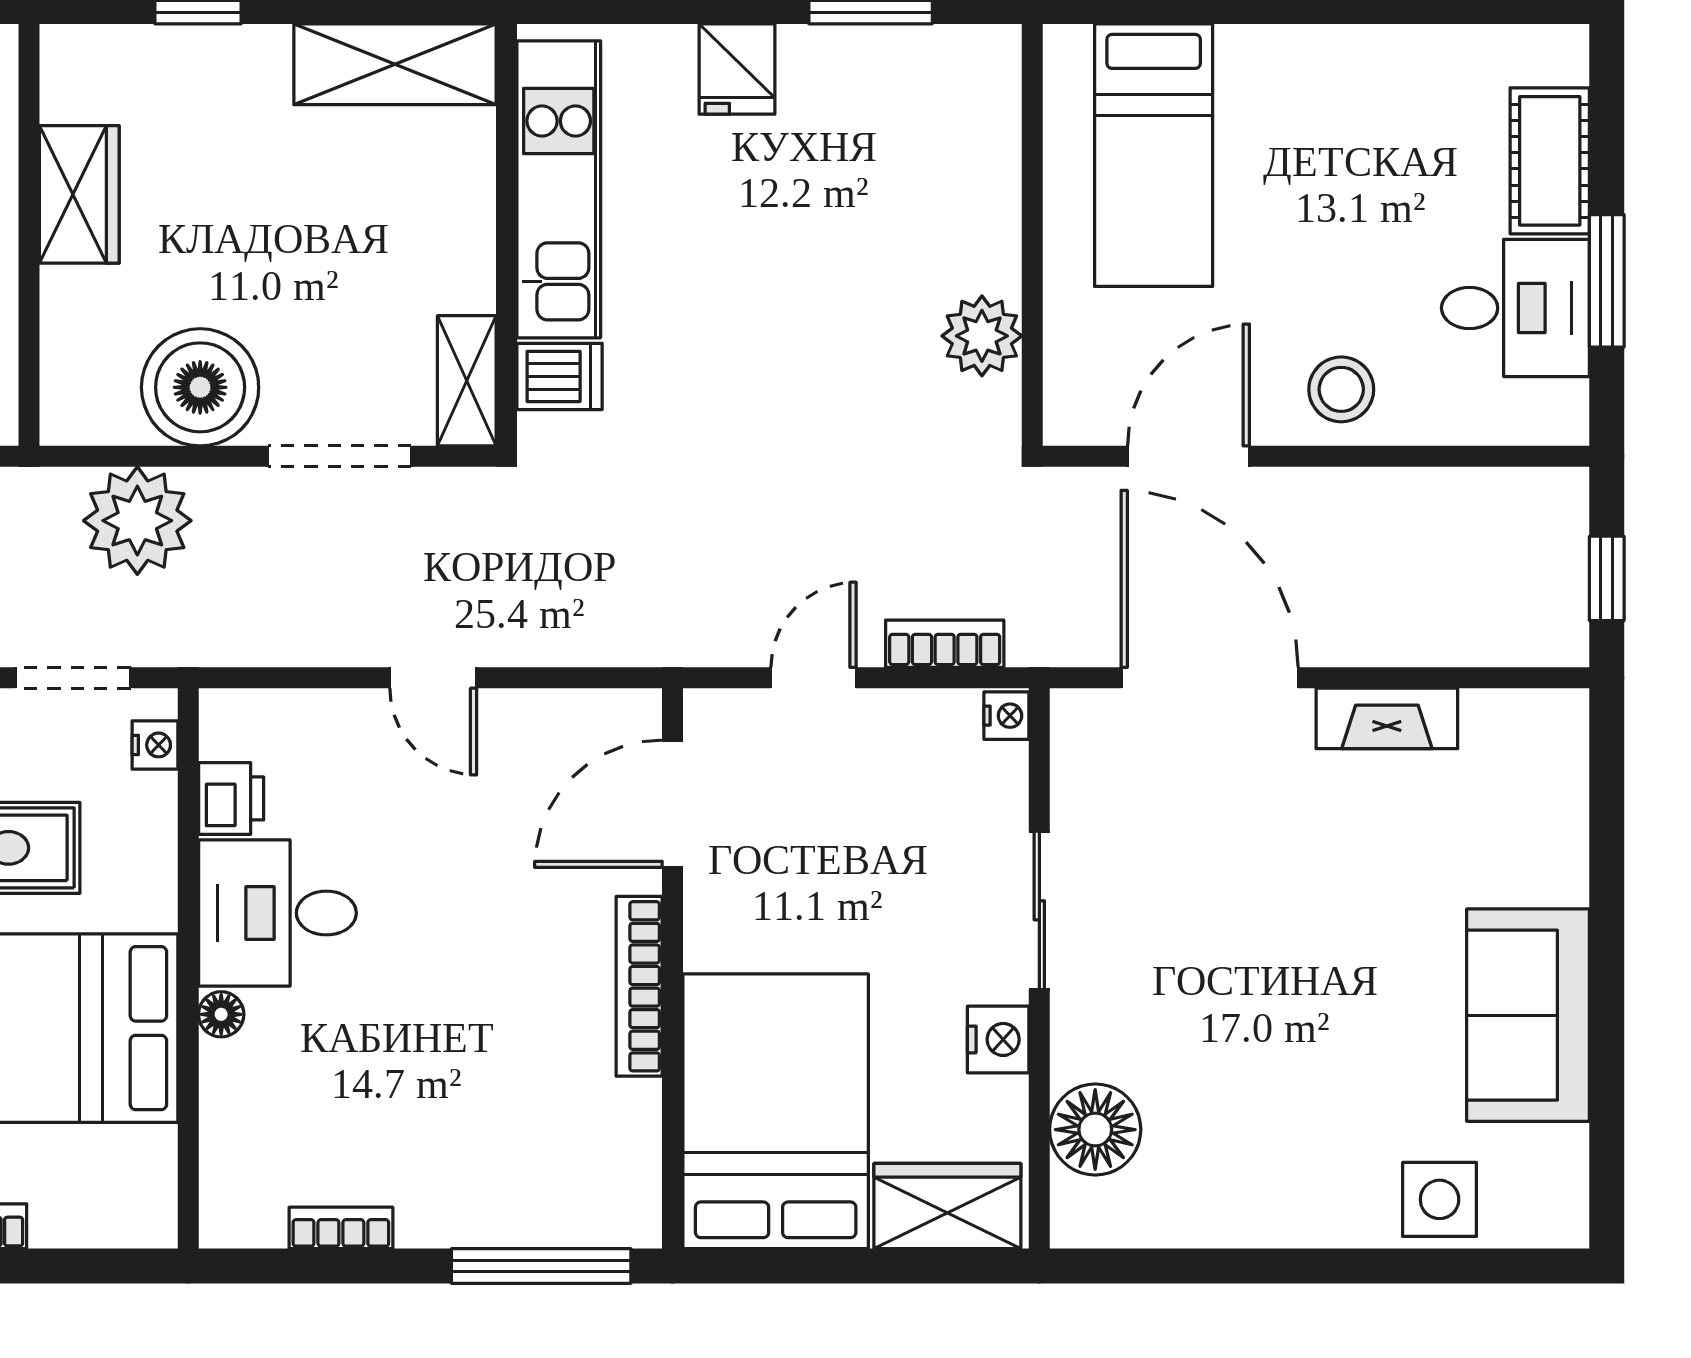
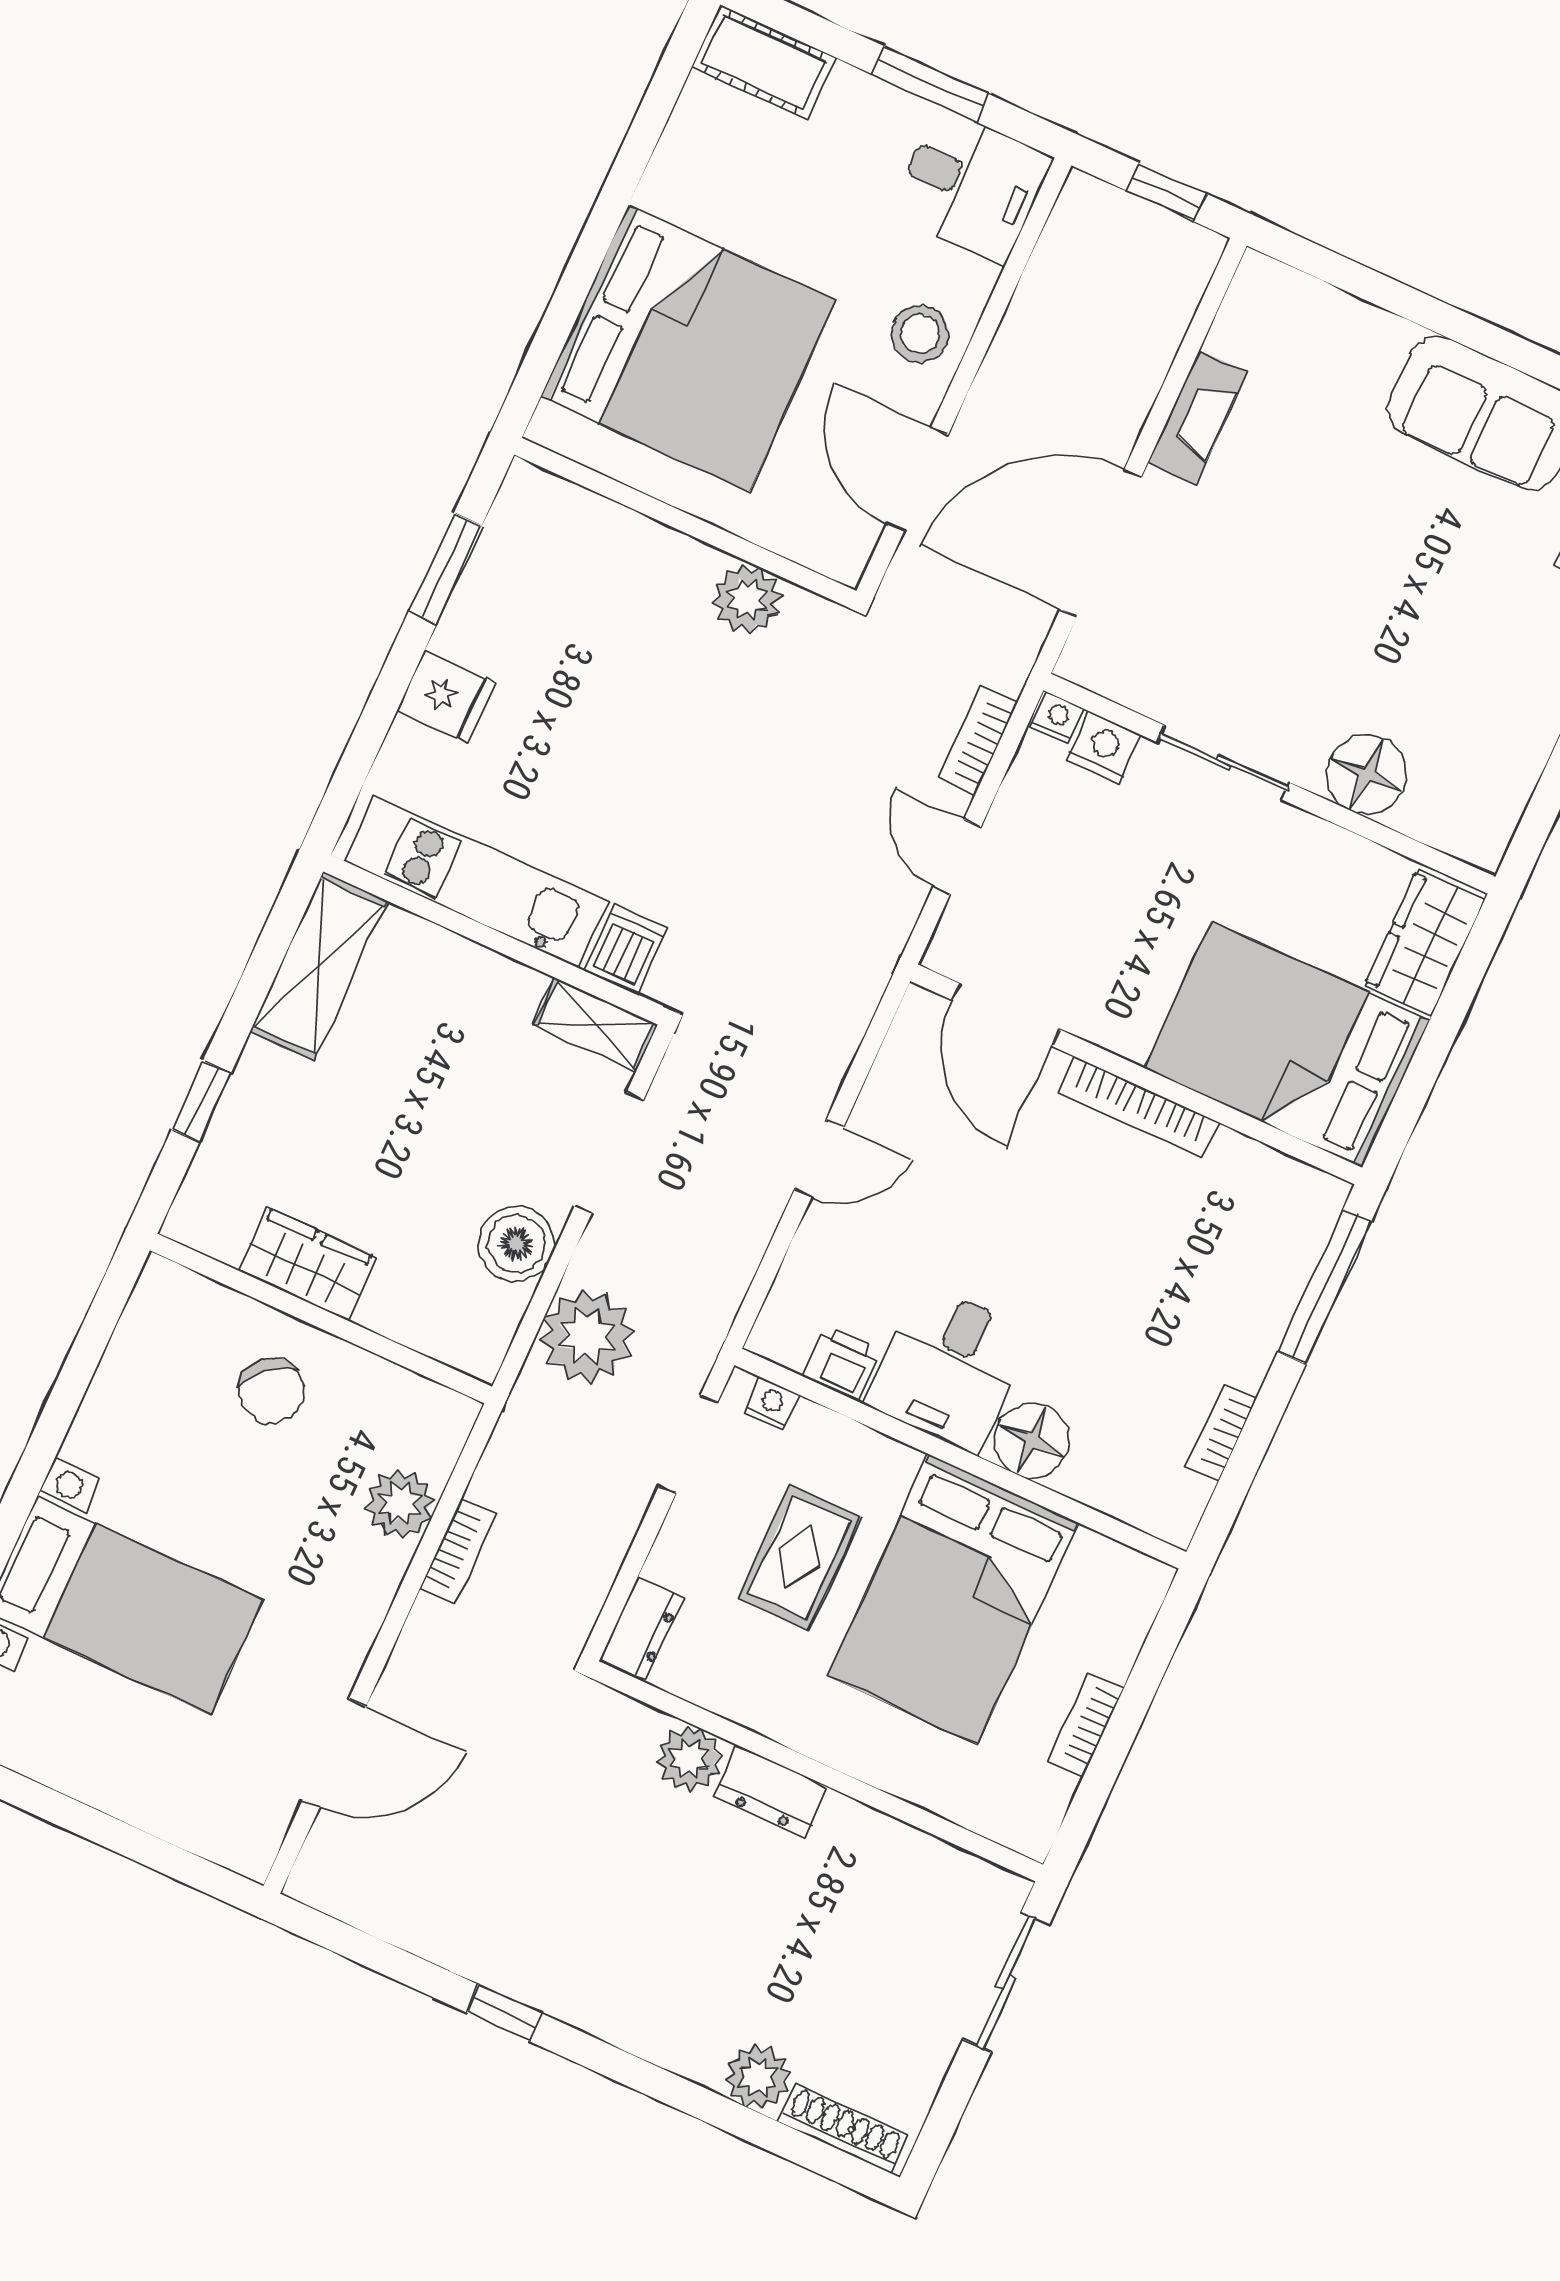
bed: (1154, 155) -> (688, 349), width x2.04
cot: (1550, 161) -> (764, 62), moved
desk: (1515, 308) -> (971, 185), moved, turned 90
boiler: (200, 387) -> (516, 1244), width x0.73, depth x0.73
floor lamp: (221, 1014) -> (1032, 1440), width x1.89, depth x1.89
nightstand: (998, 1039) -> (1104, 747), moved
floor lamp: (1095, 1130) -> (1367, 774), moved

